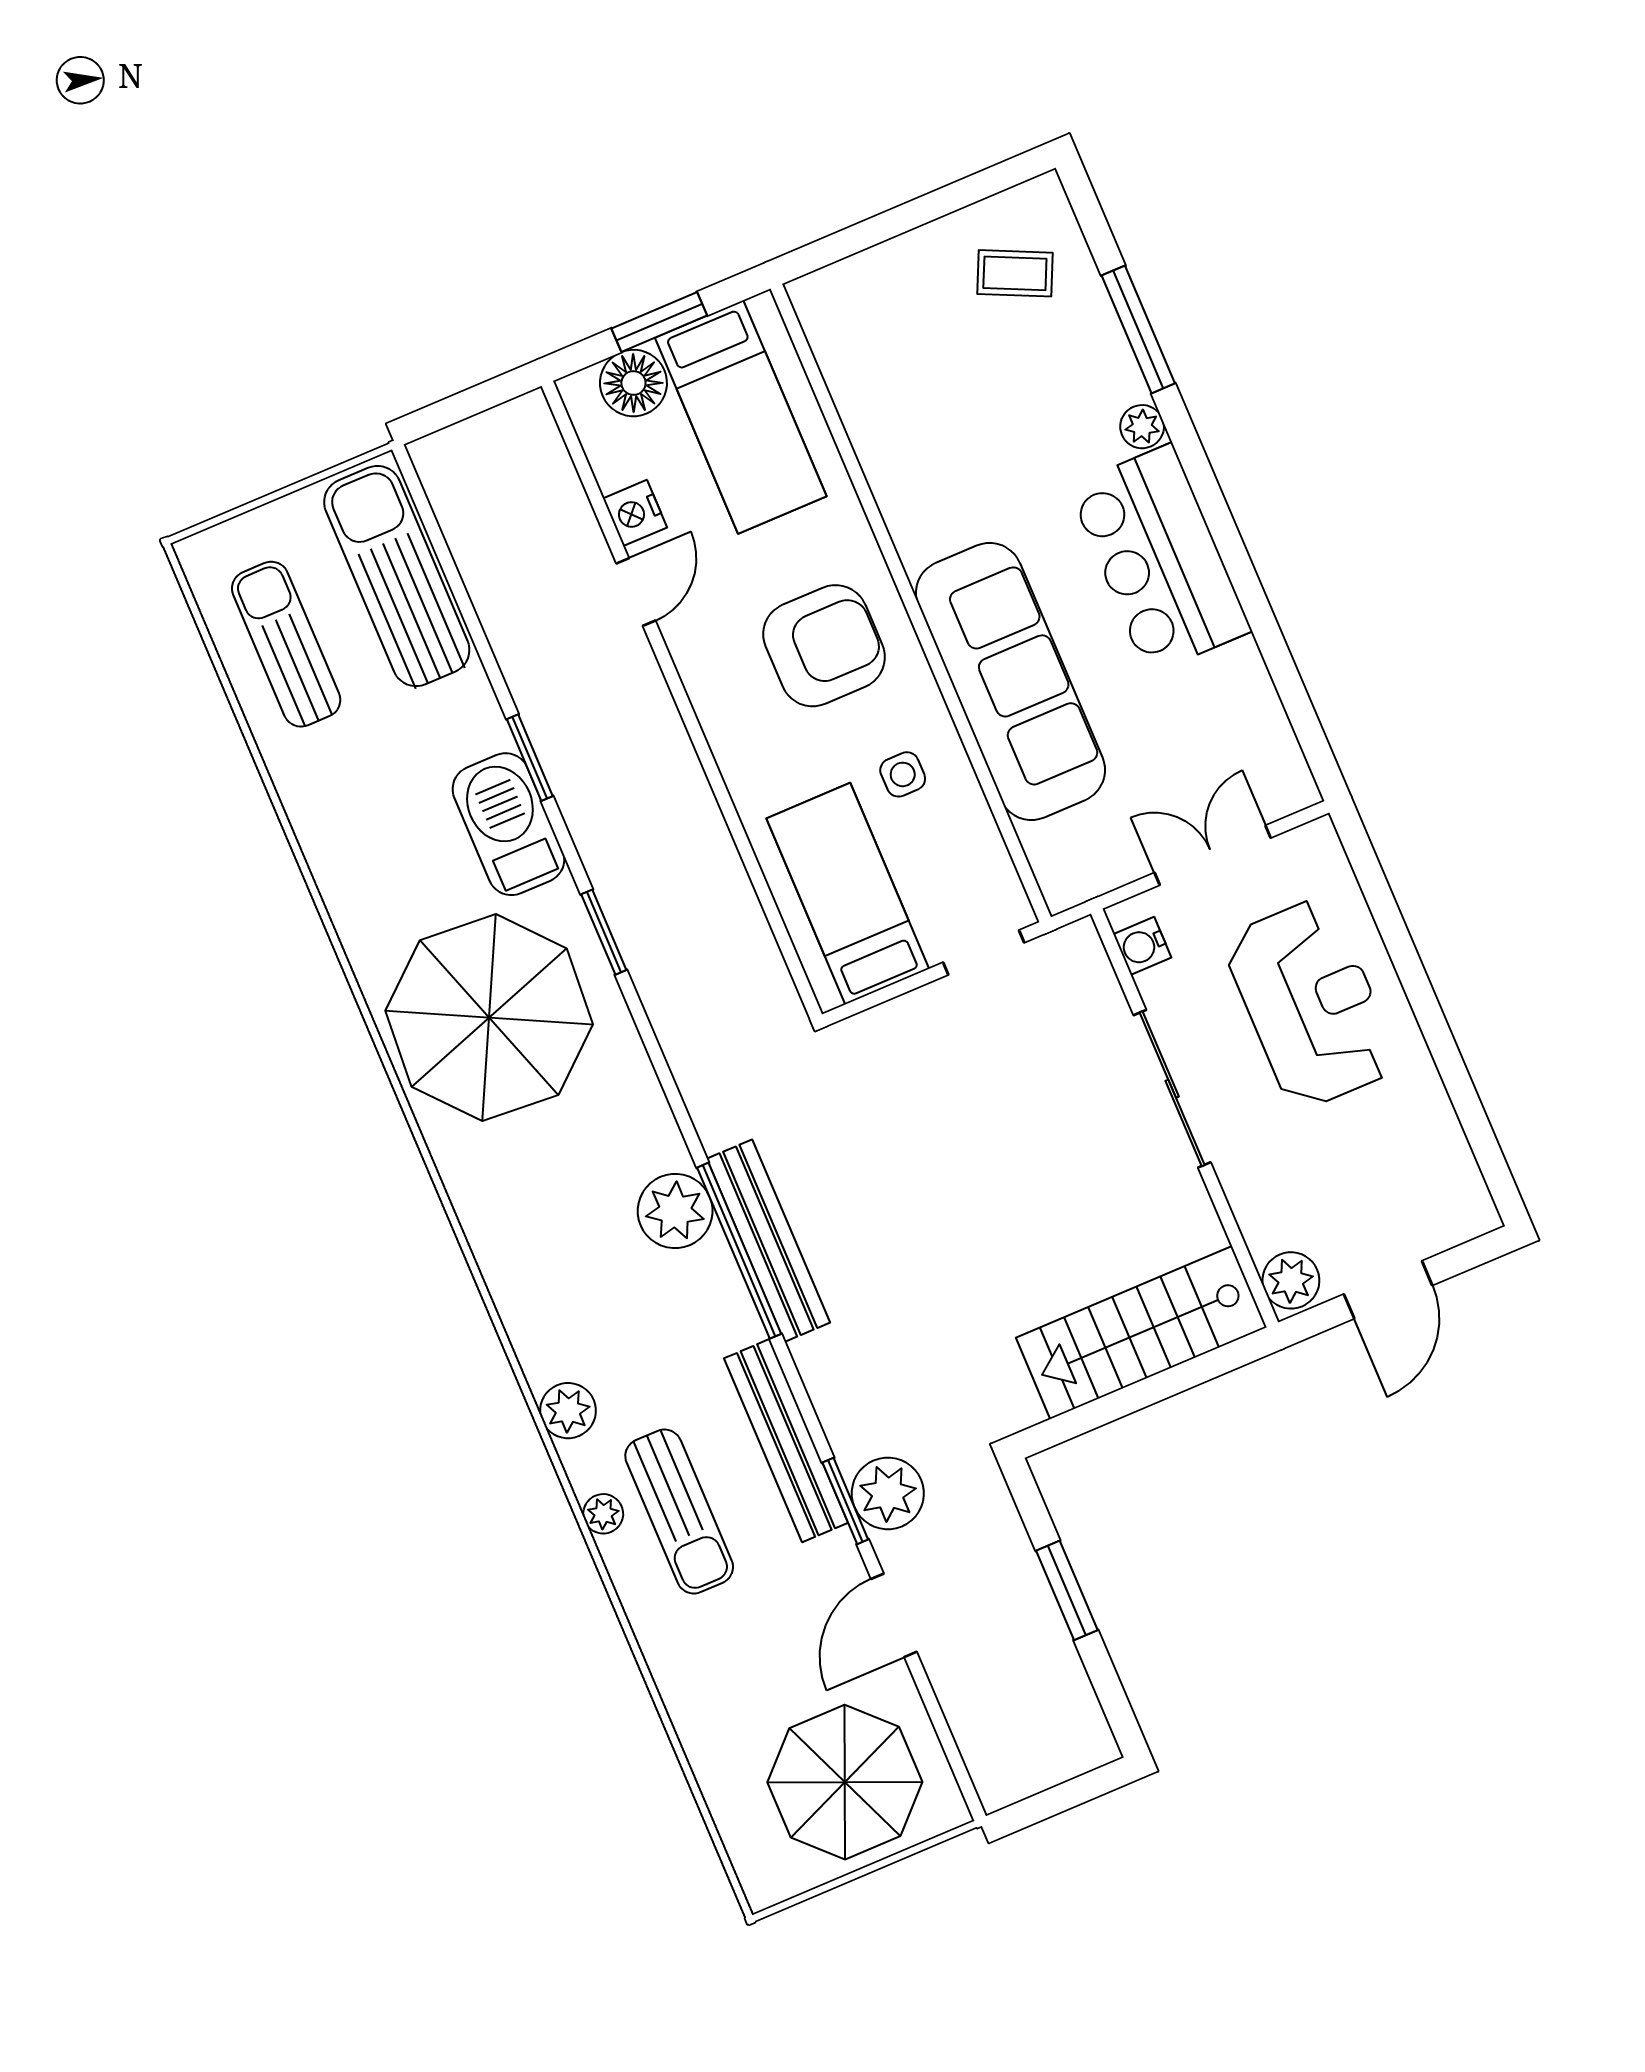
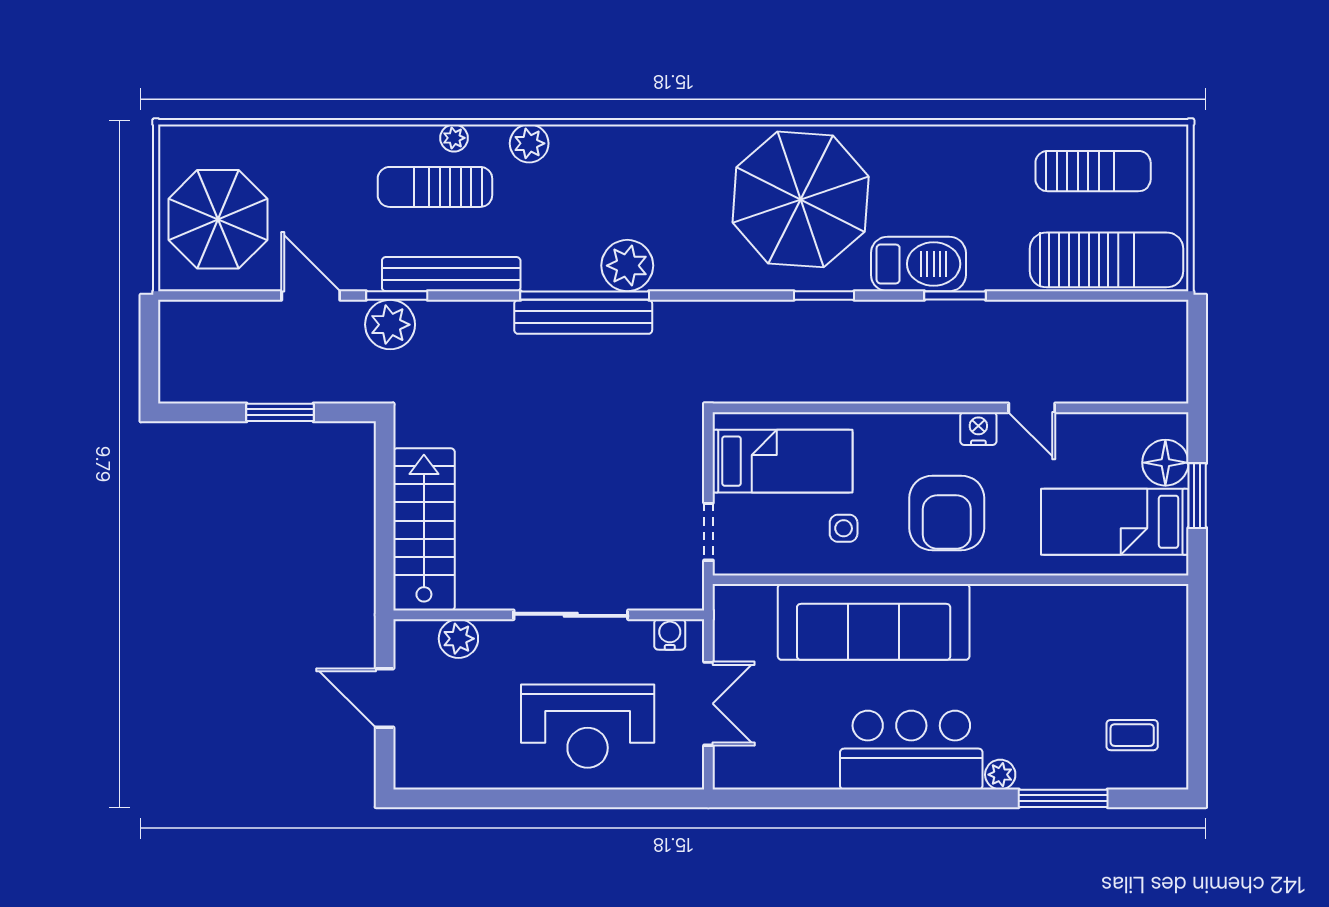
coffee table: (1015, 273) -> (1132, 735), turned 65
nightstand: (635, 513) -> (978, 429), moved
plant: (1291, 1280) -> (458, 639), moved

